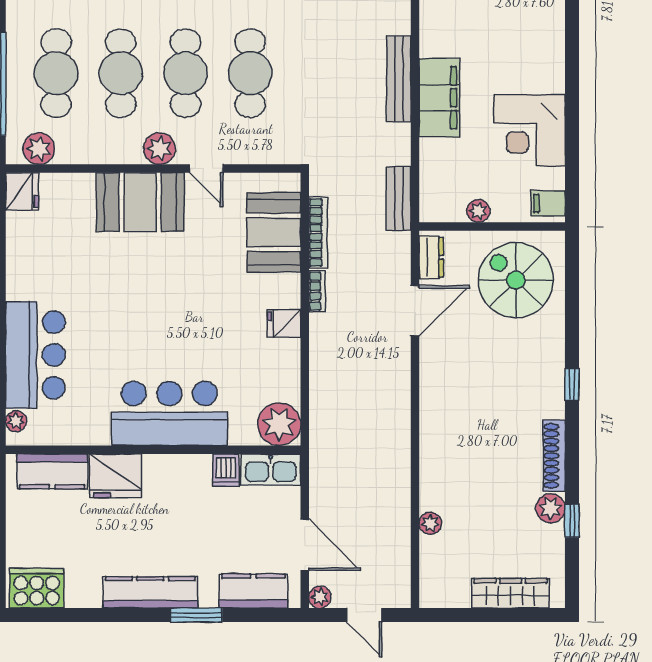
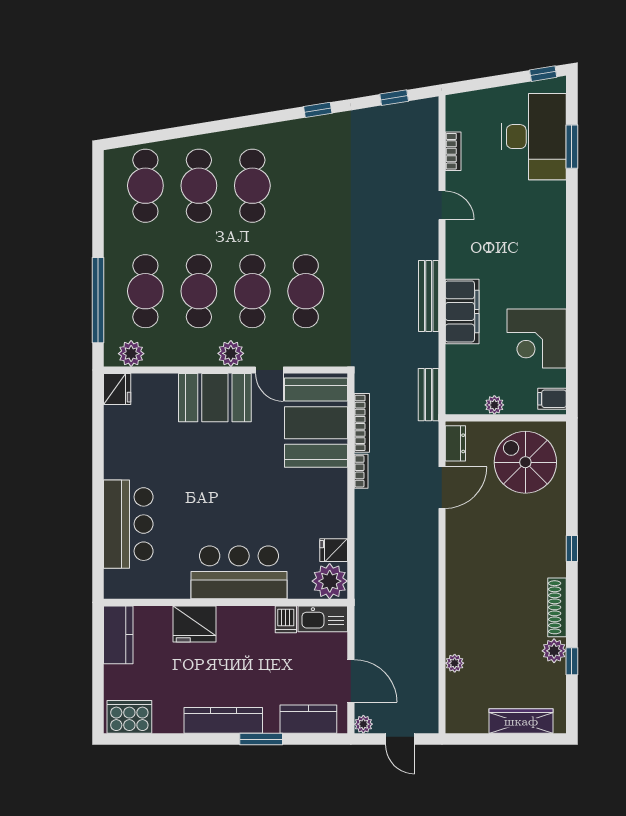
booth: (274, 232) -> (316, 423), width x1.36, depth x1.42
fridge: (284, 324) -> (334, 550), moved
plant: (16, 421) -> (112, 579), removed
kitchen counter: (52, 471) -> (118, 635), moved, turned -90

